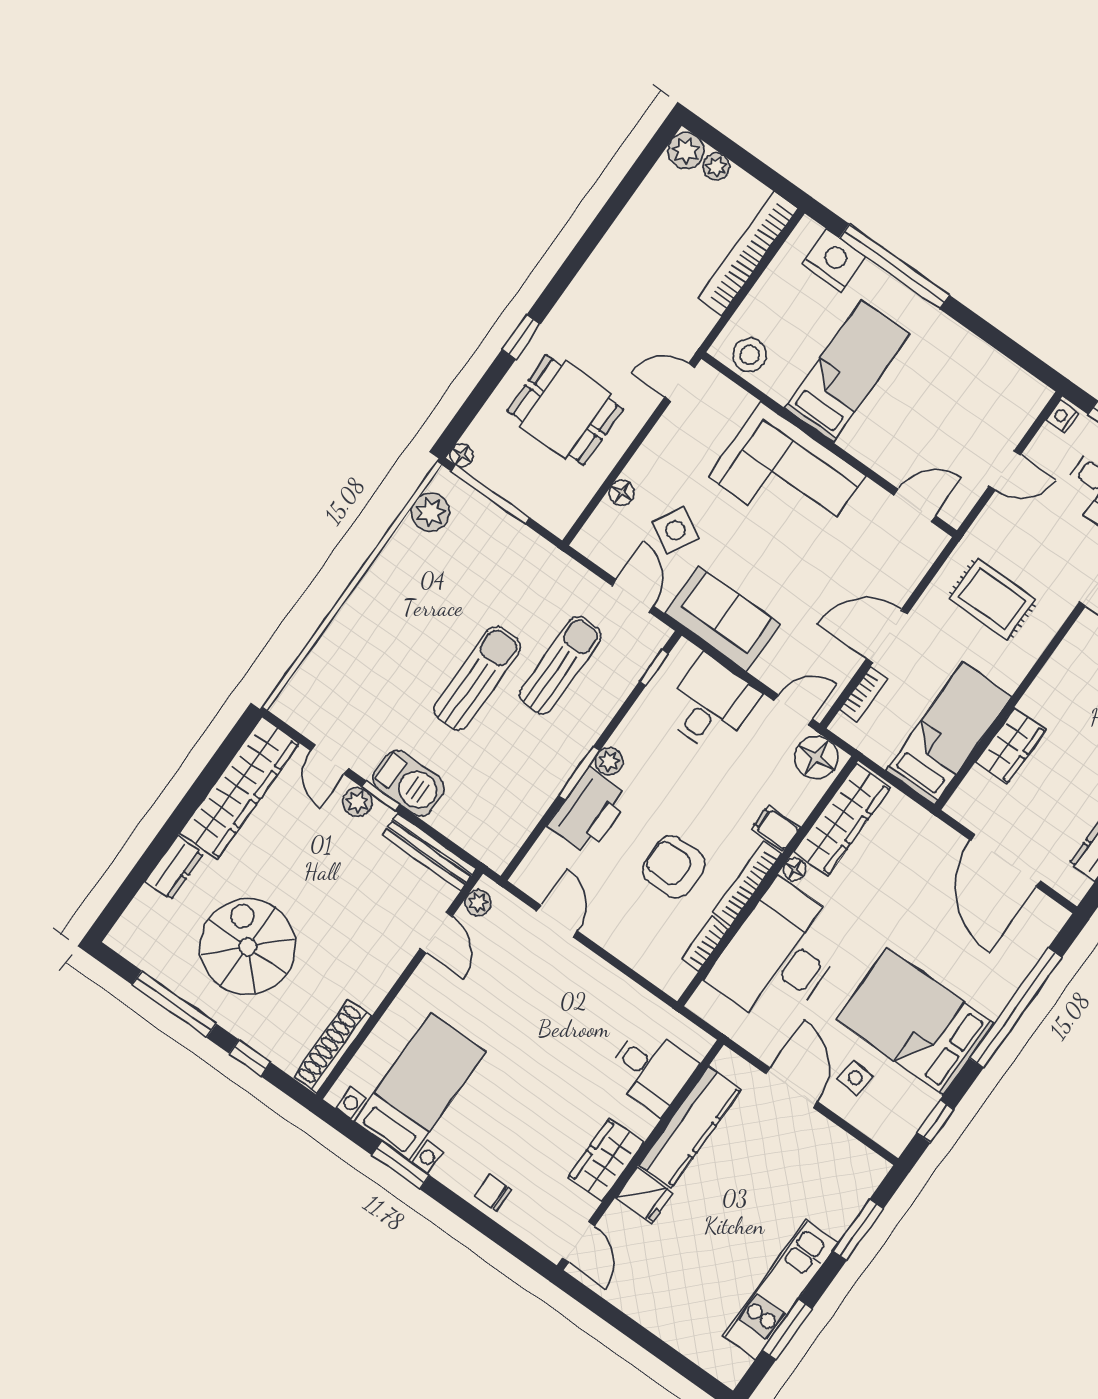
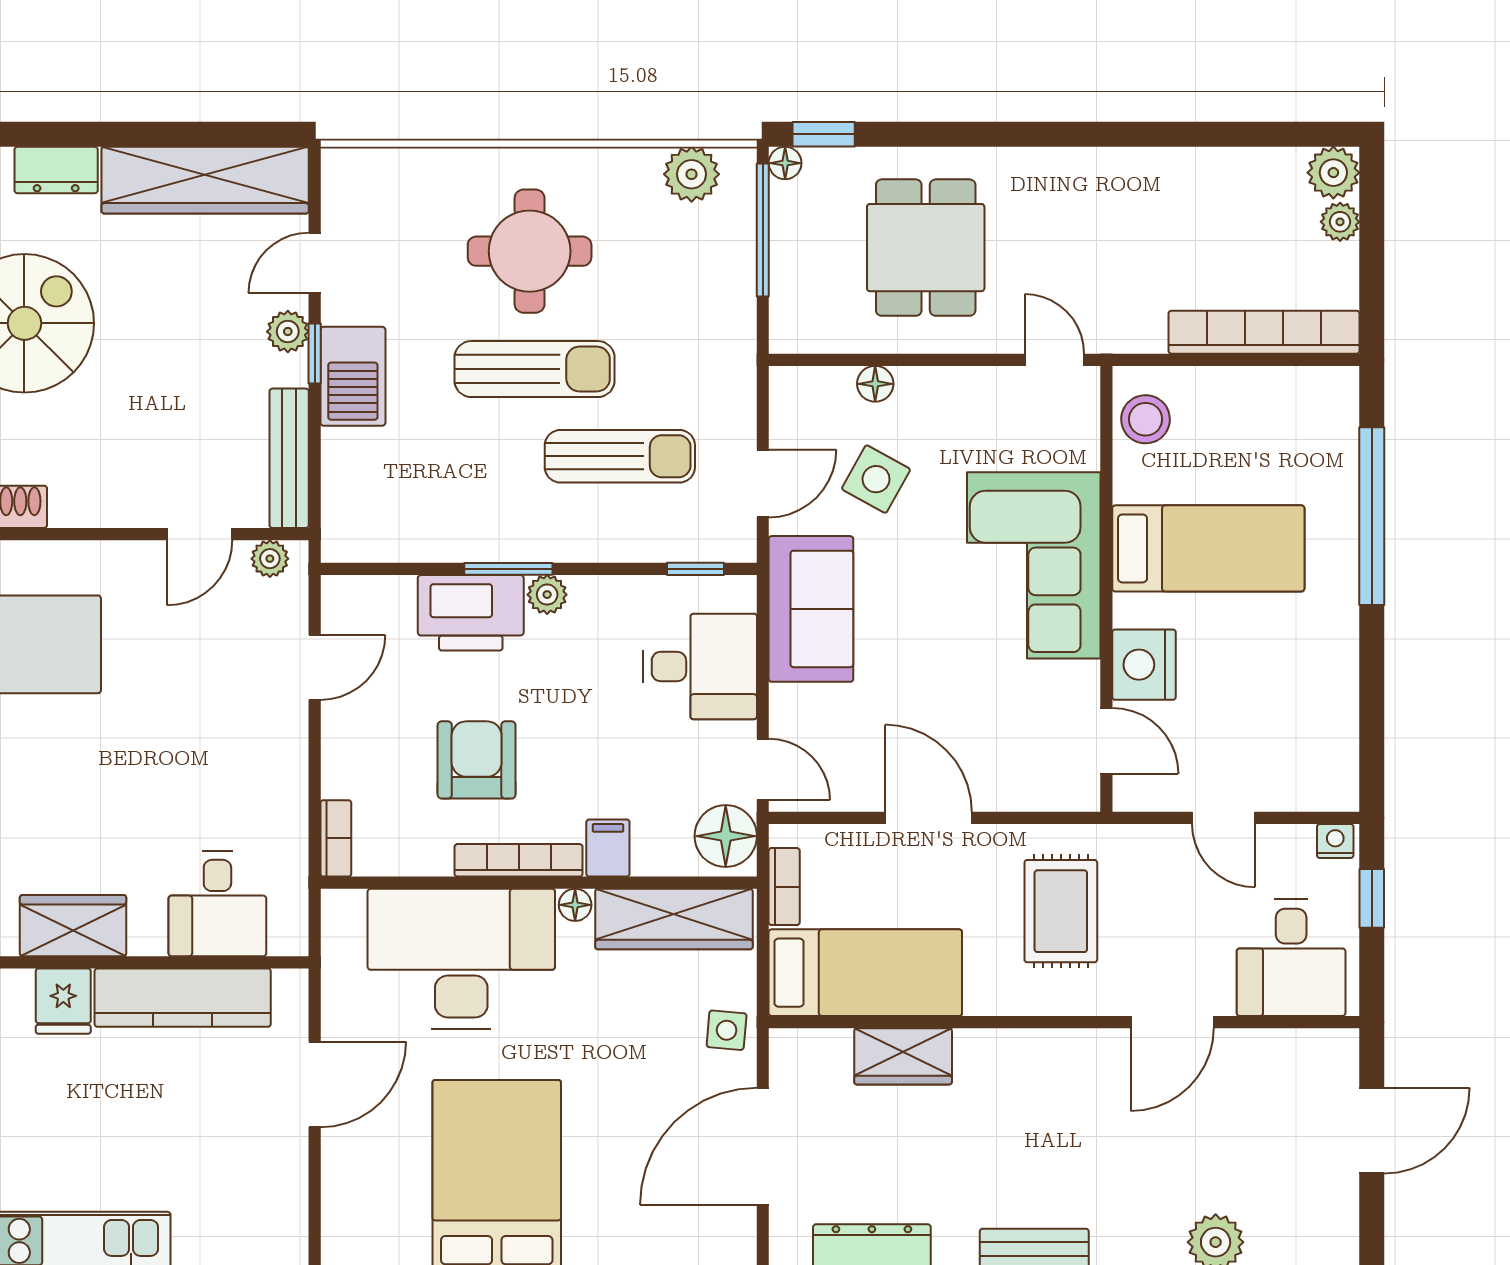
nightstand: (834, 261) -> (1144, 665), moved, turned 180
window: (521, 337) -> (824, 134), moved
round table: (409, 634) -> (530, 251), added
bookcase: (864, 694) -> (784, 887), moved, turned -90
bookcase: (705, 944) -> (336, 838), moved, turned 90
side table: (855, 1078) -> (727, 1030), moved

